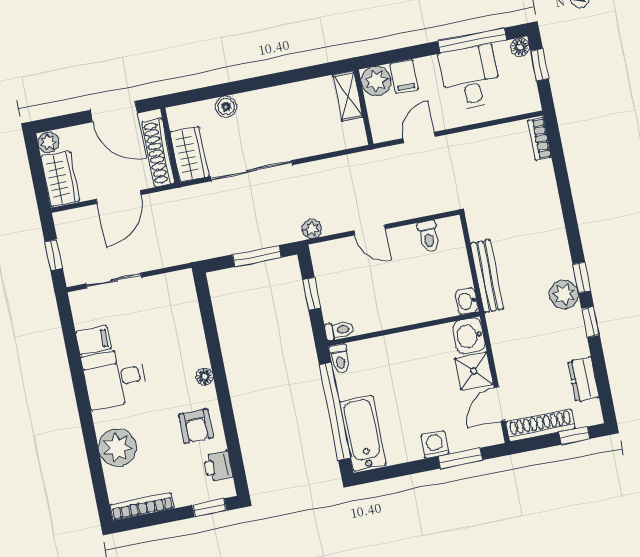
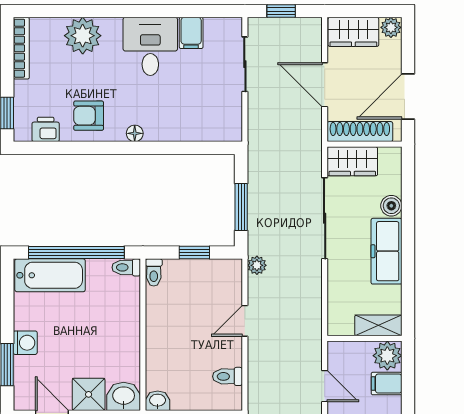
freezer: (272, 102) -> (386, 251), added

